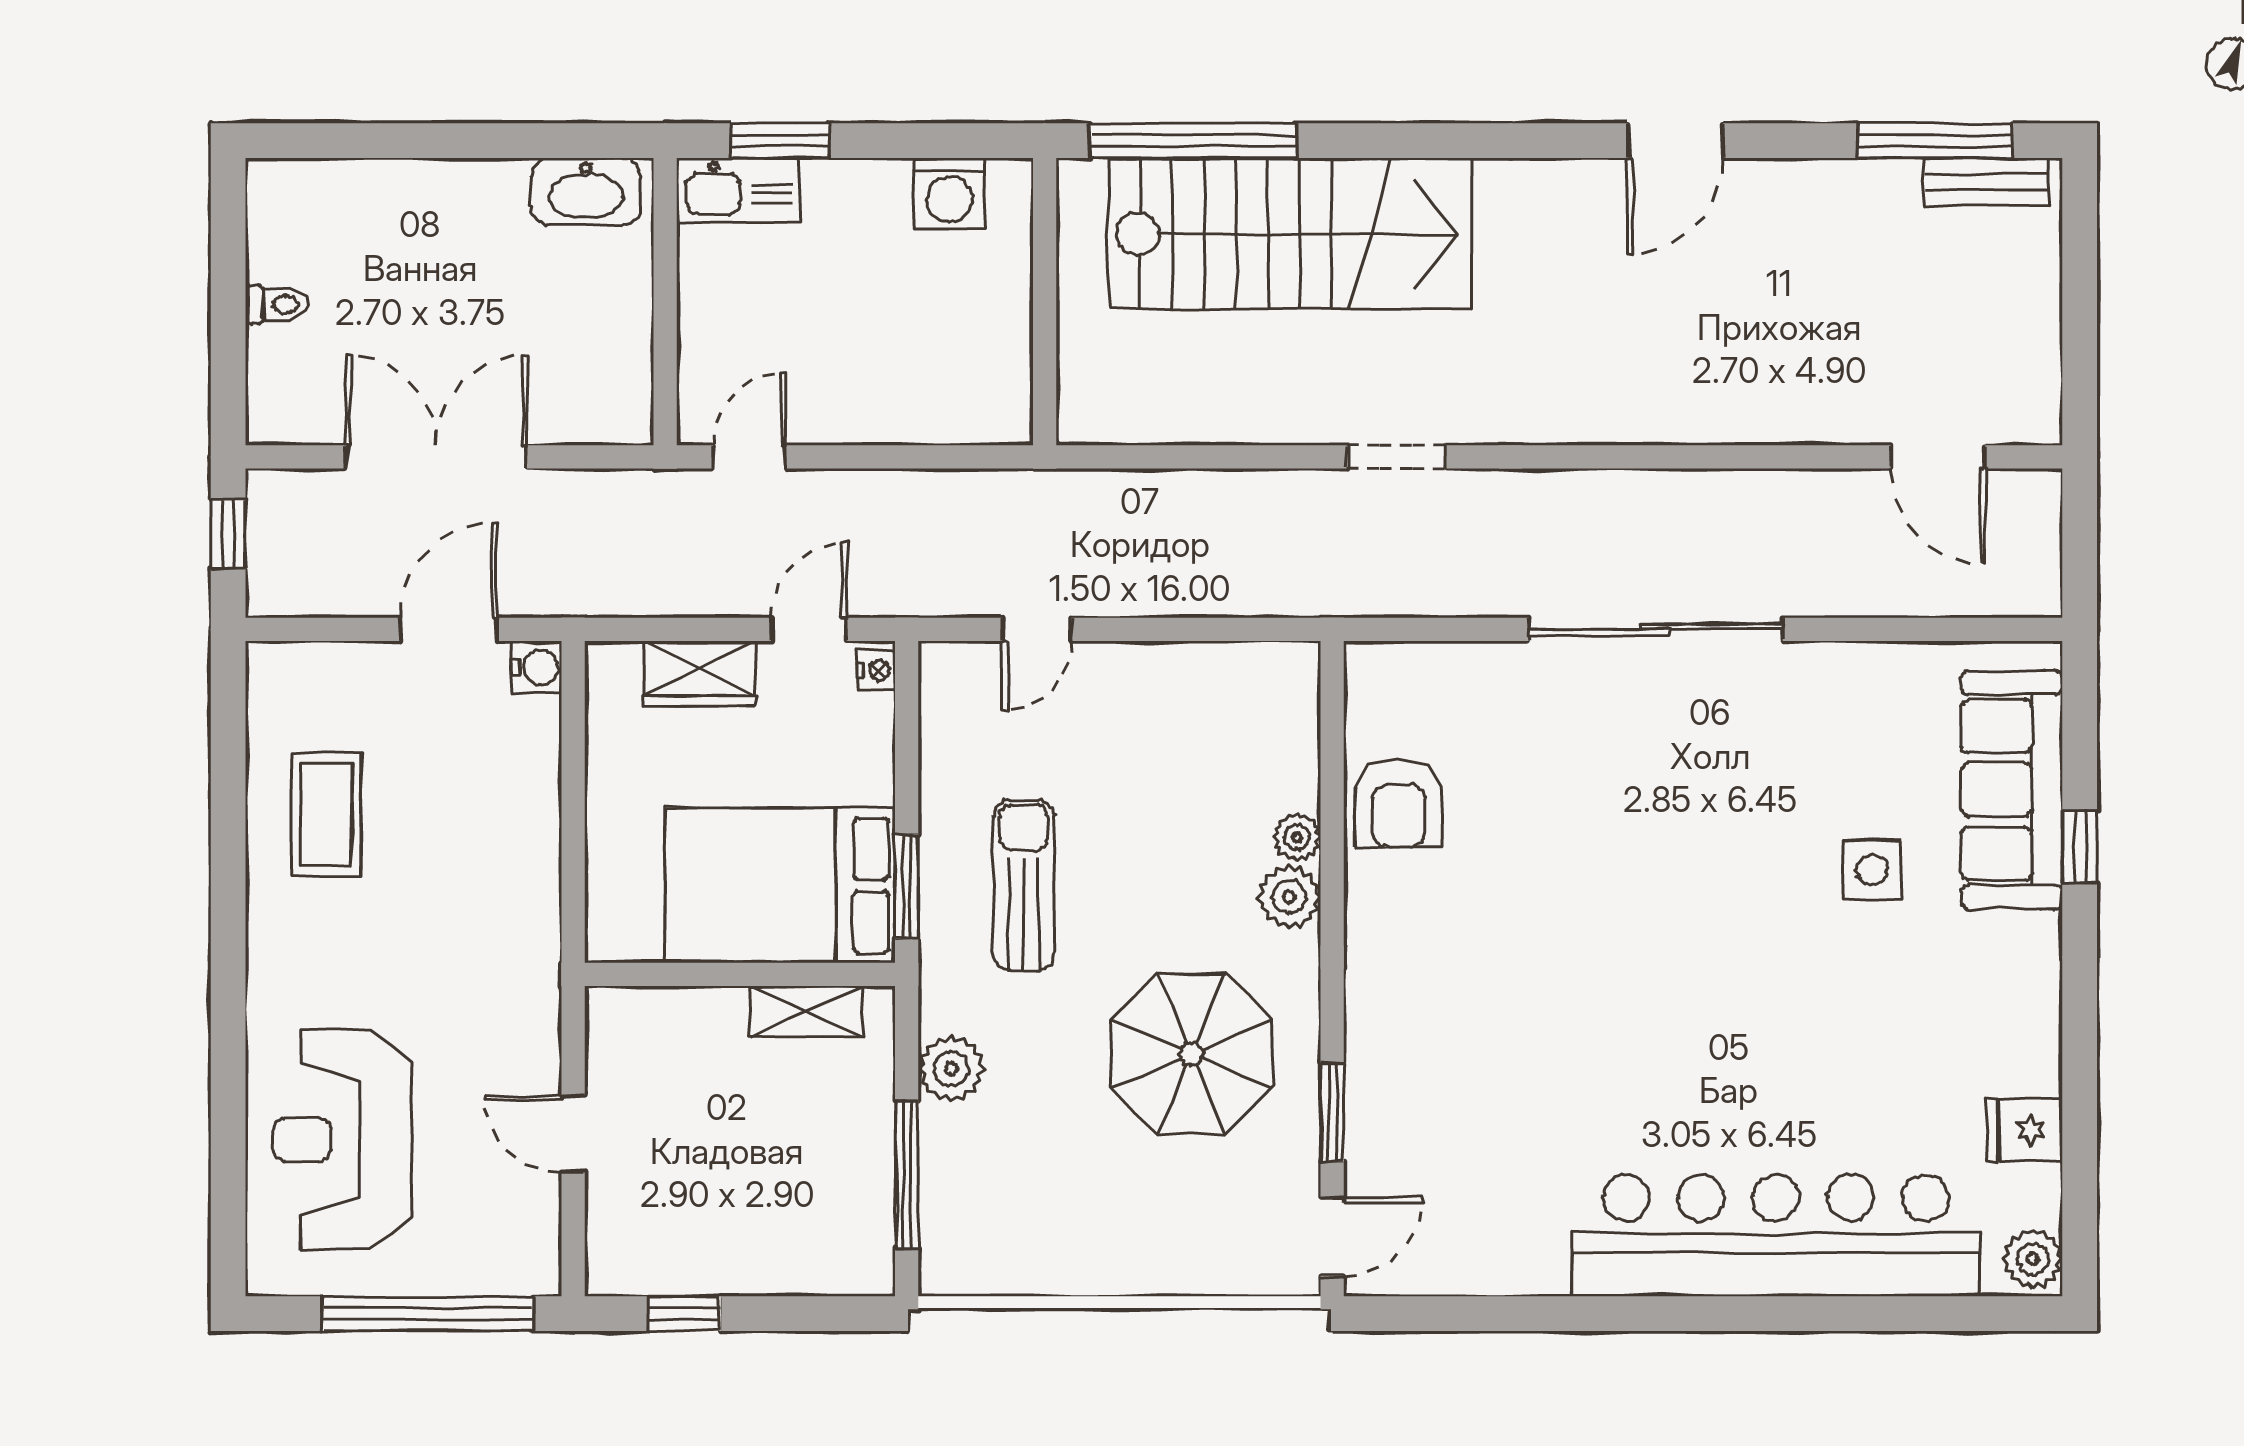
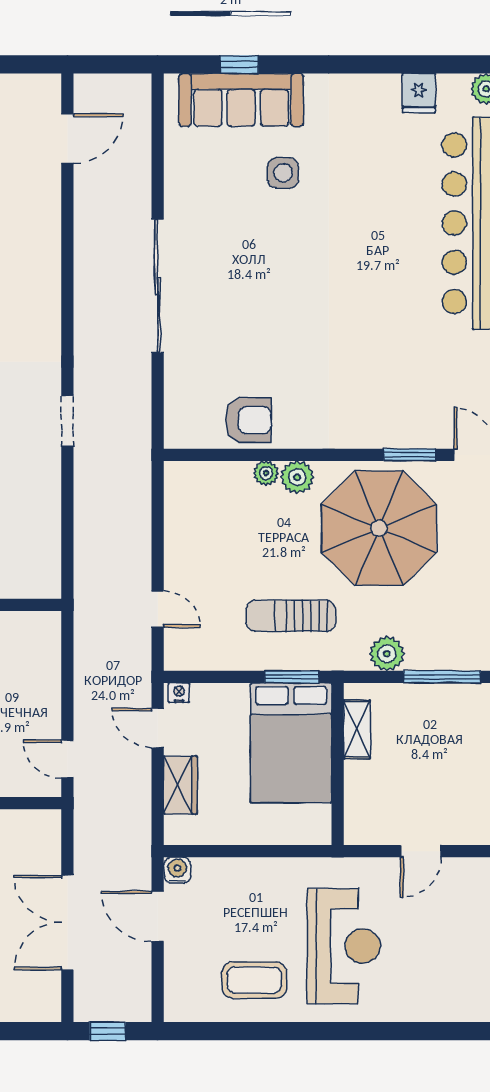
window: (2080, 847) -> (239, 64), moved
parasol: (1192, 1054) -> (379, 528), width x1.36, depth x1.36
reception desk: (343, 1139) -> (344, 946), moved, turned -90

